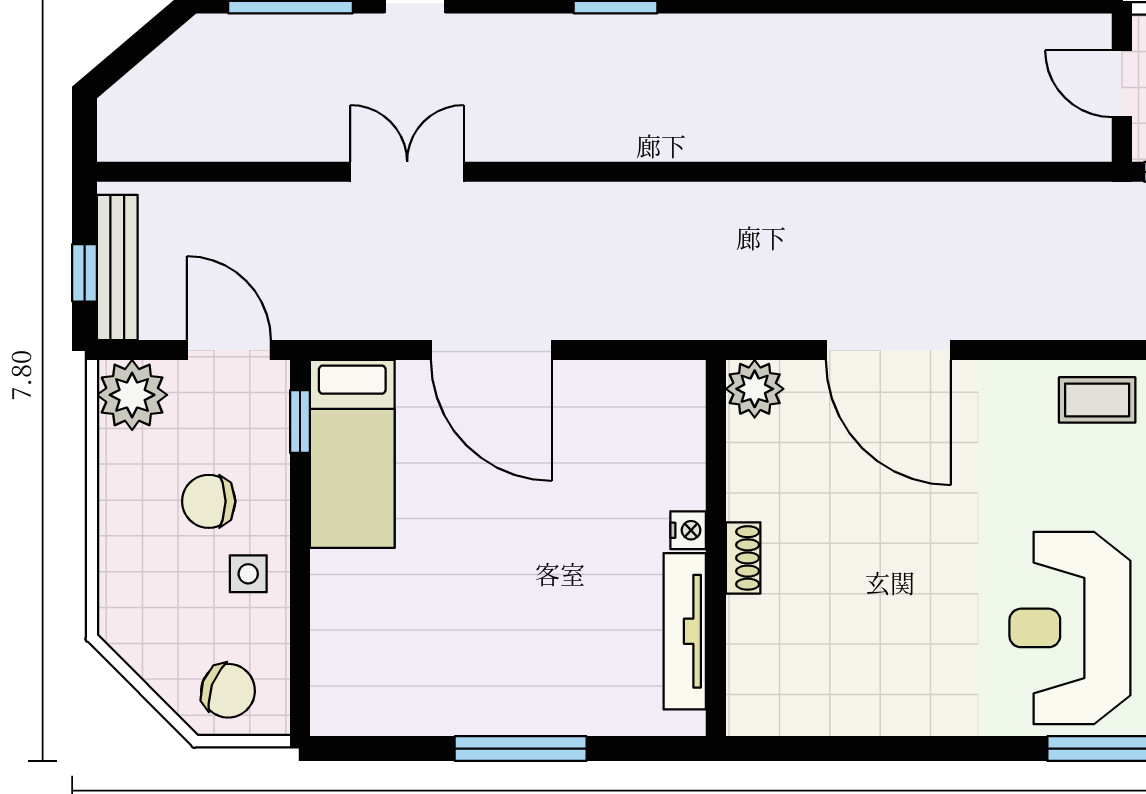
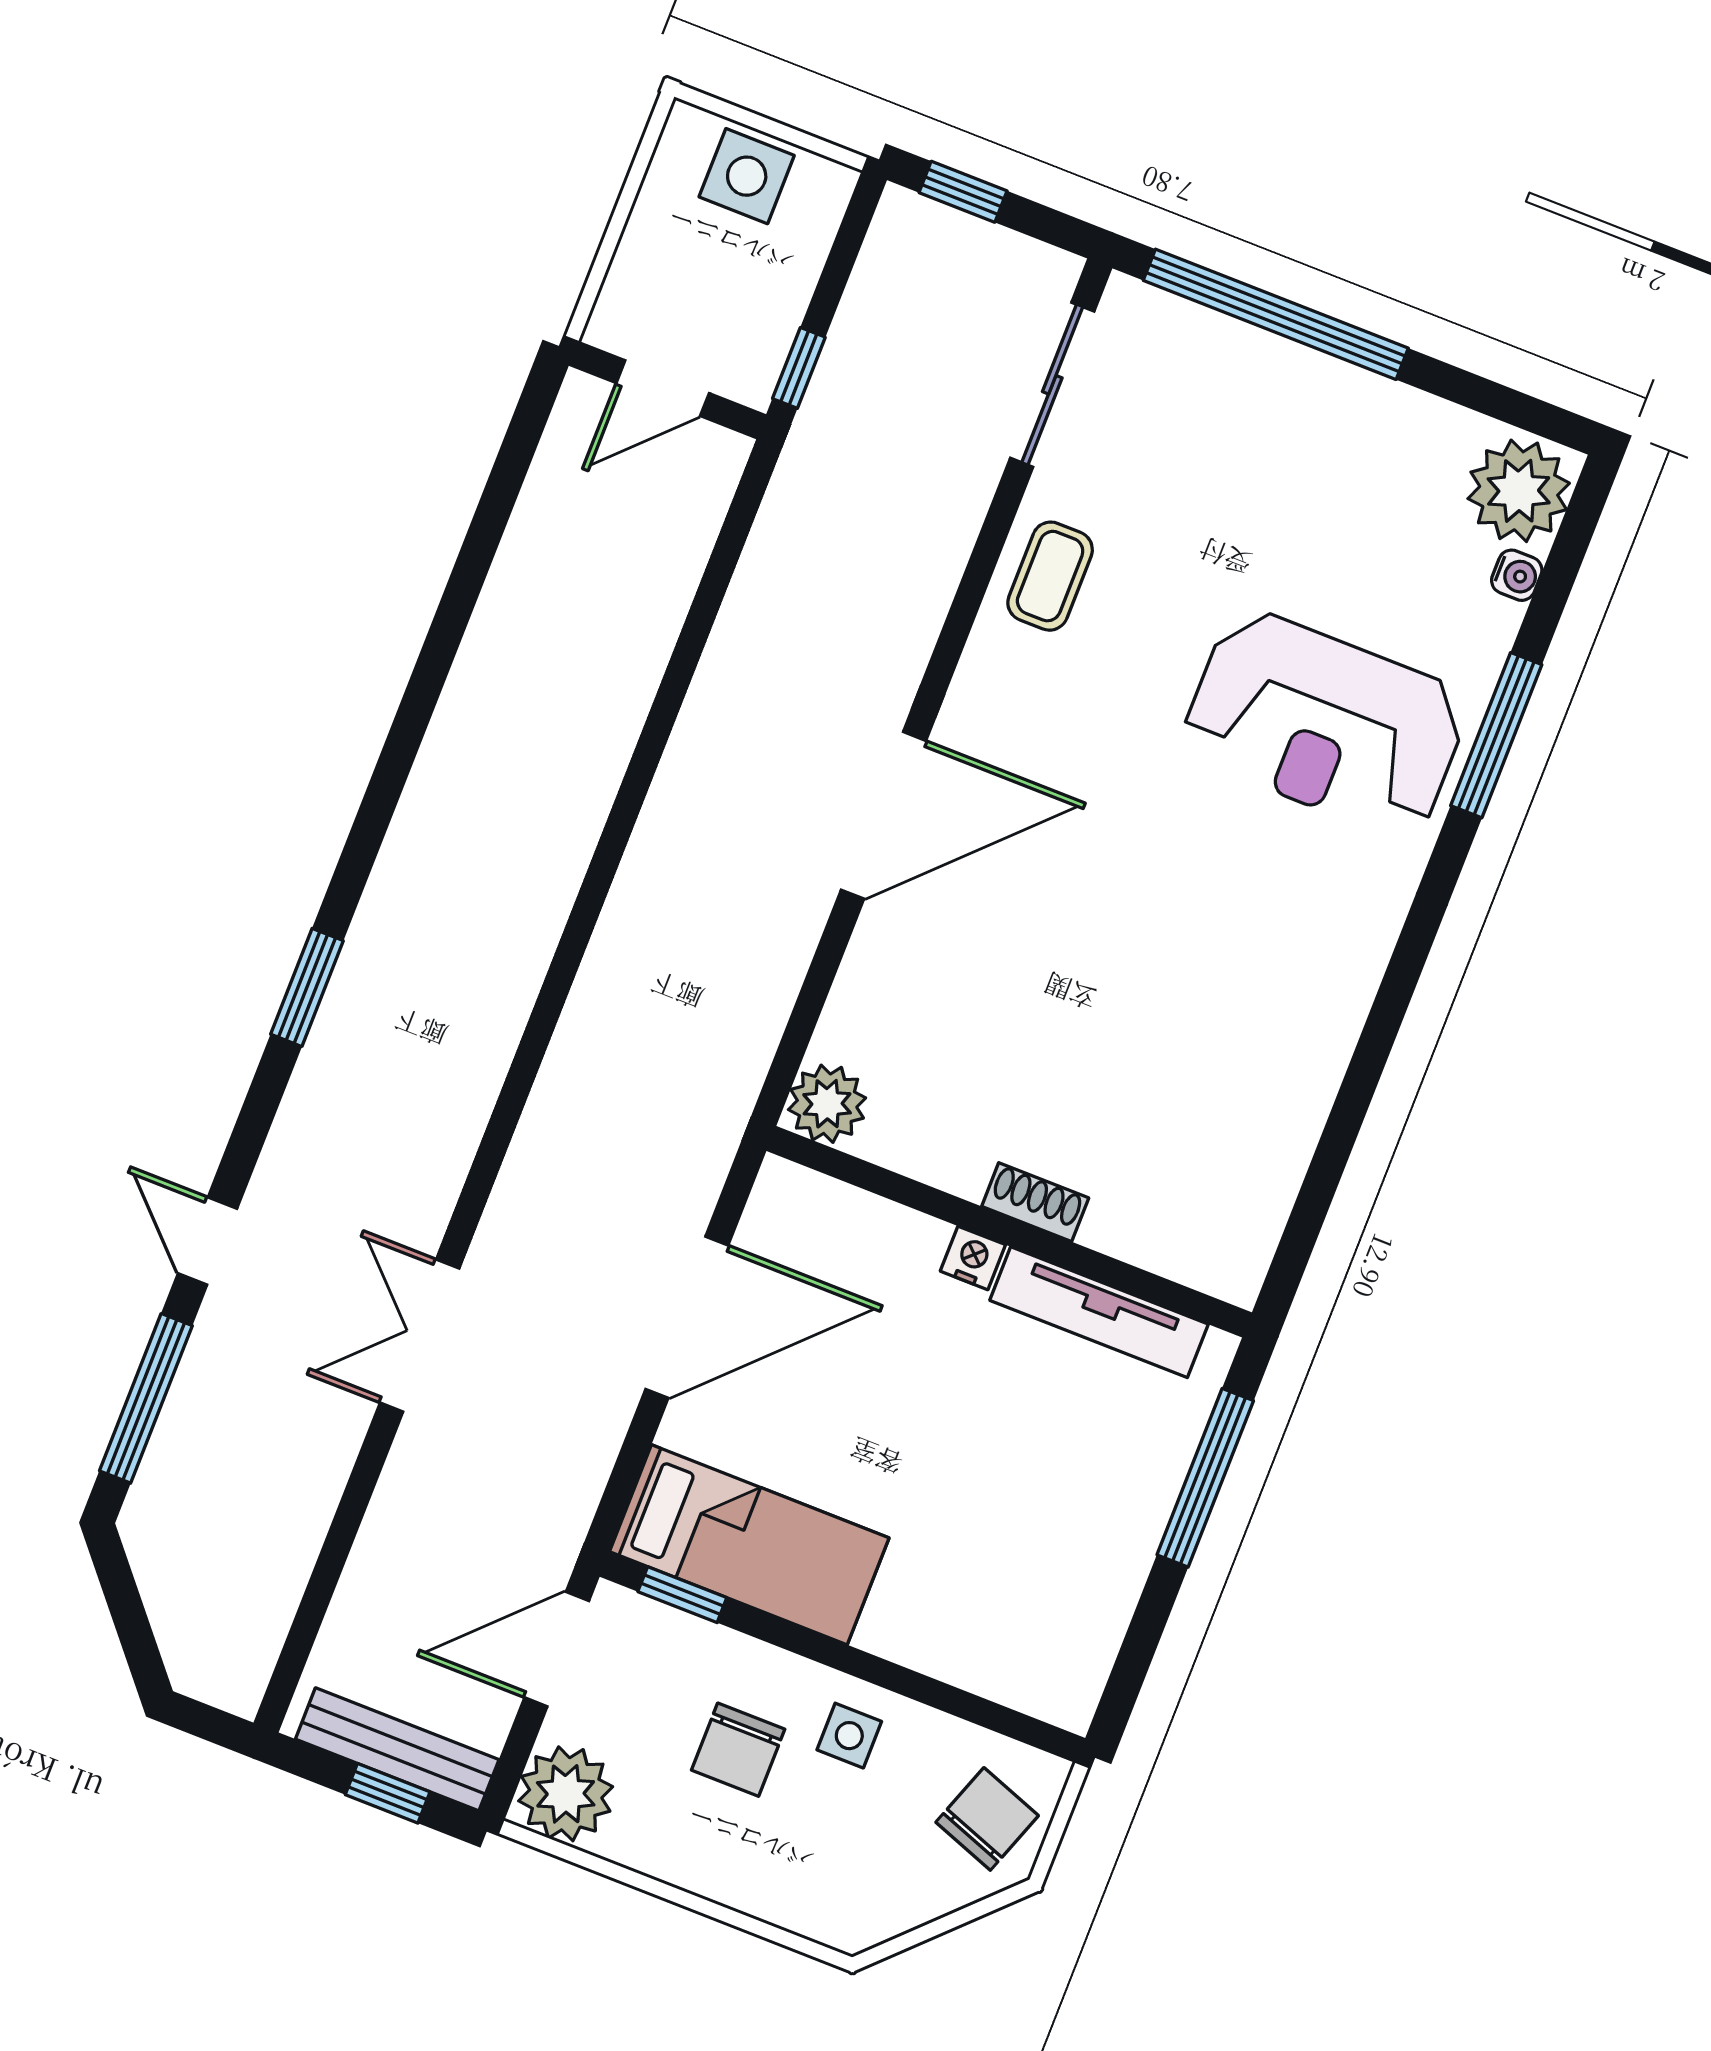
plant: (755, 389) -> (827, 1104), moved
nightstand: (688, 530) -> (973, 1258), moved
wall: (716, 548) -> (1009, 1232), moved
shoe rack: (743, 558) -> (1035, 1202), moved
tv unit: (685, 631) -> (1099, 1312), moved

